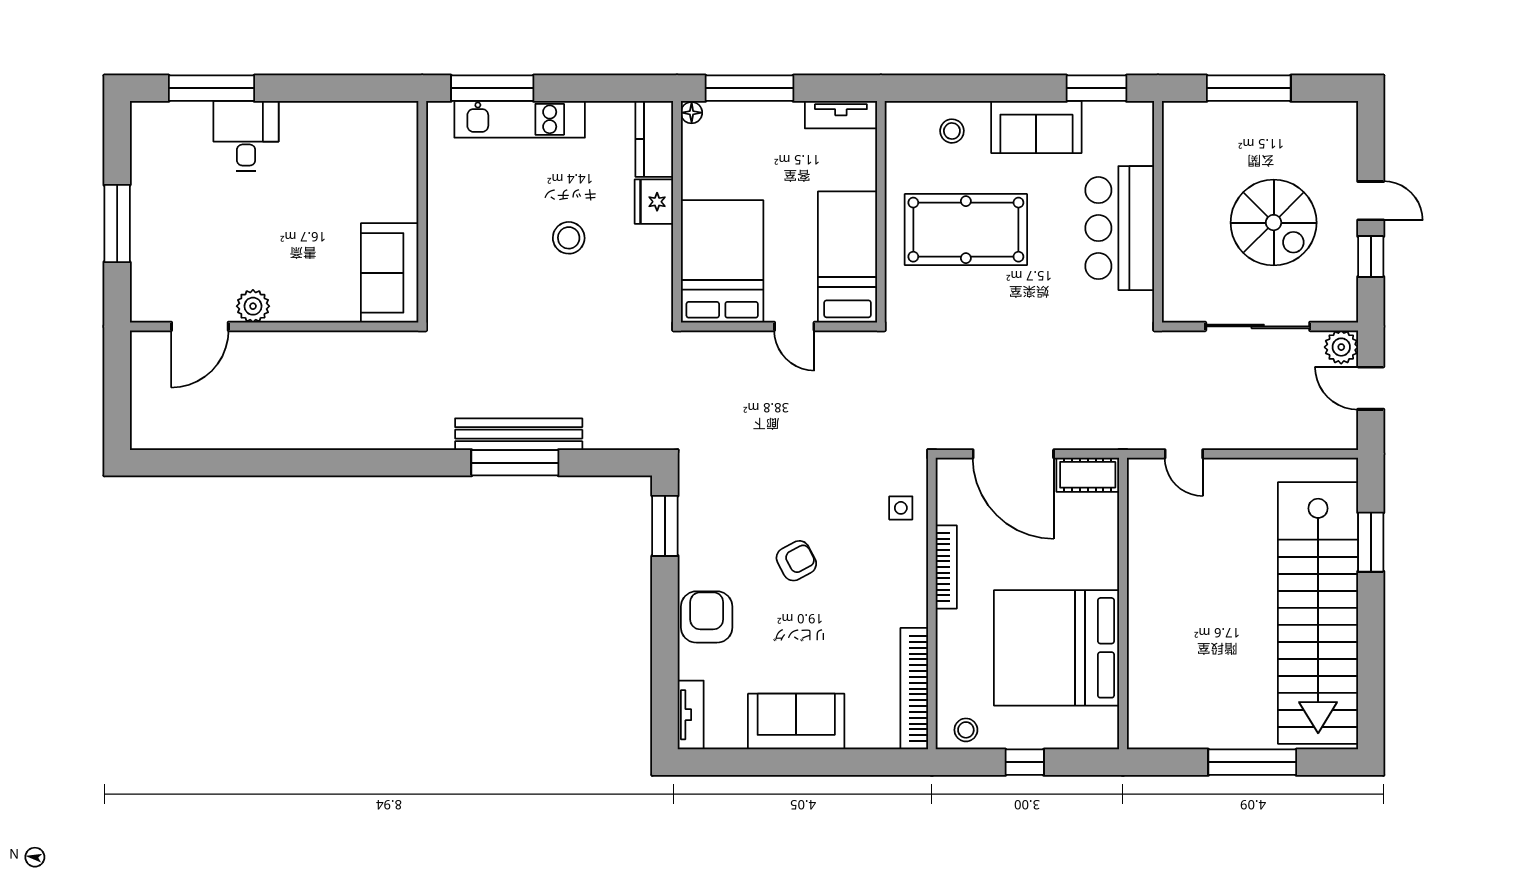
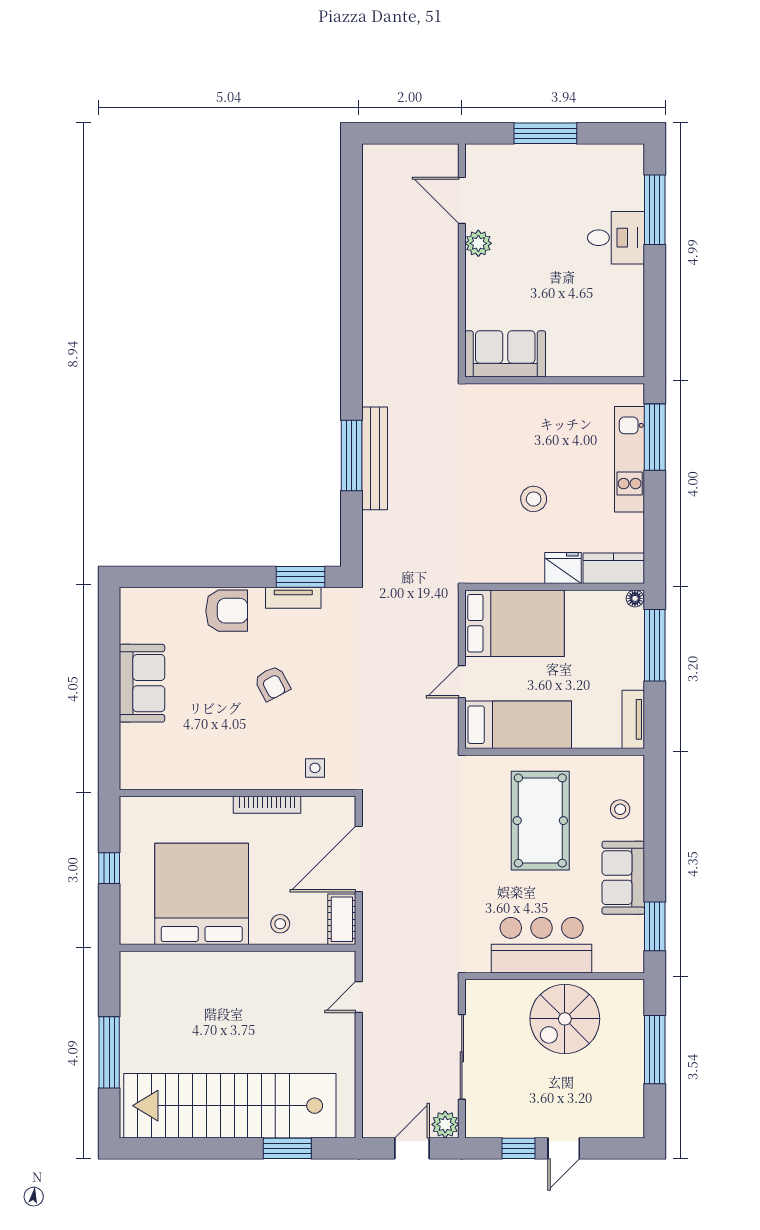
spiral stairs: (1274, 223) -> (565, 1019), moved
bookcase: (914, 689) -> (169, 779), removed
tv unit: (691, 715) -> (293, 598), moved
stool: (966, 730) -> (280, 924), moved

